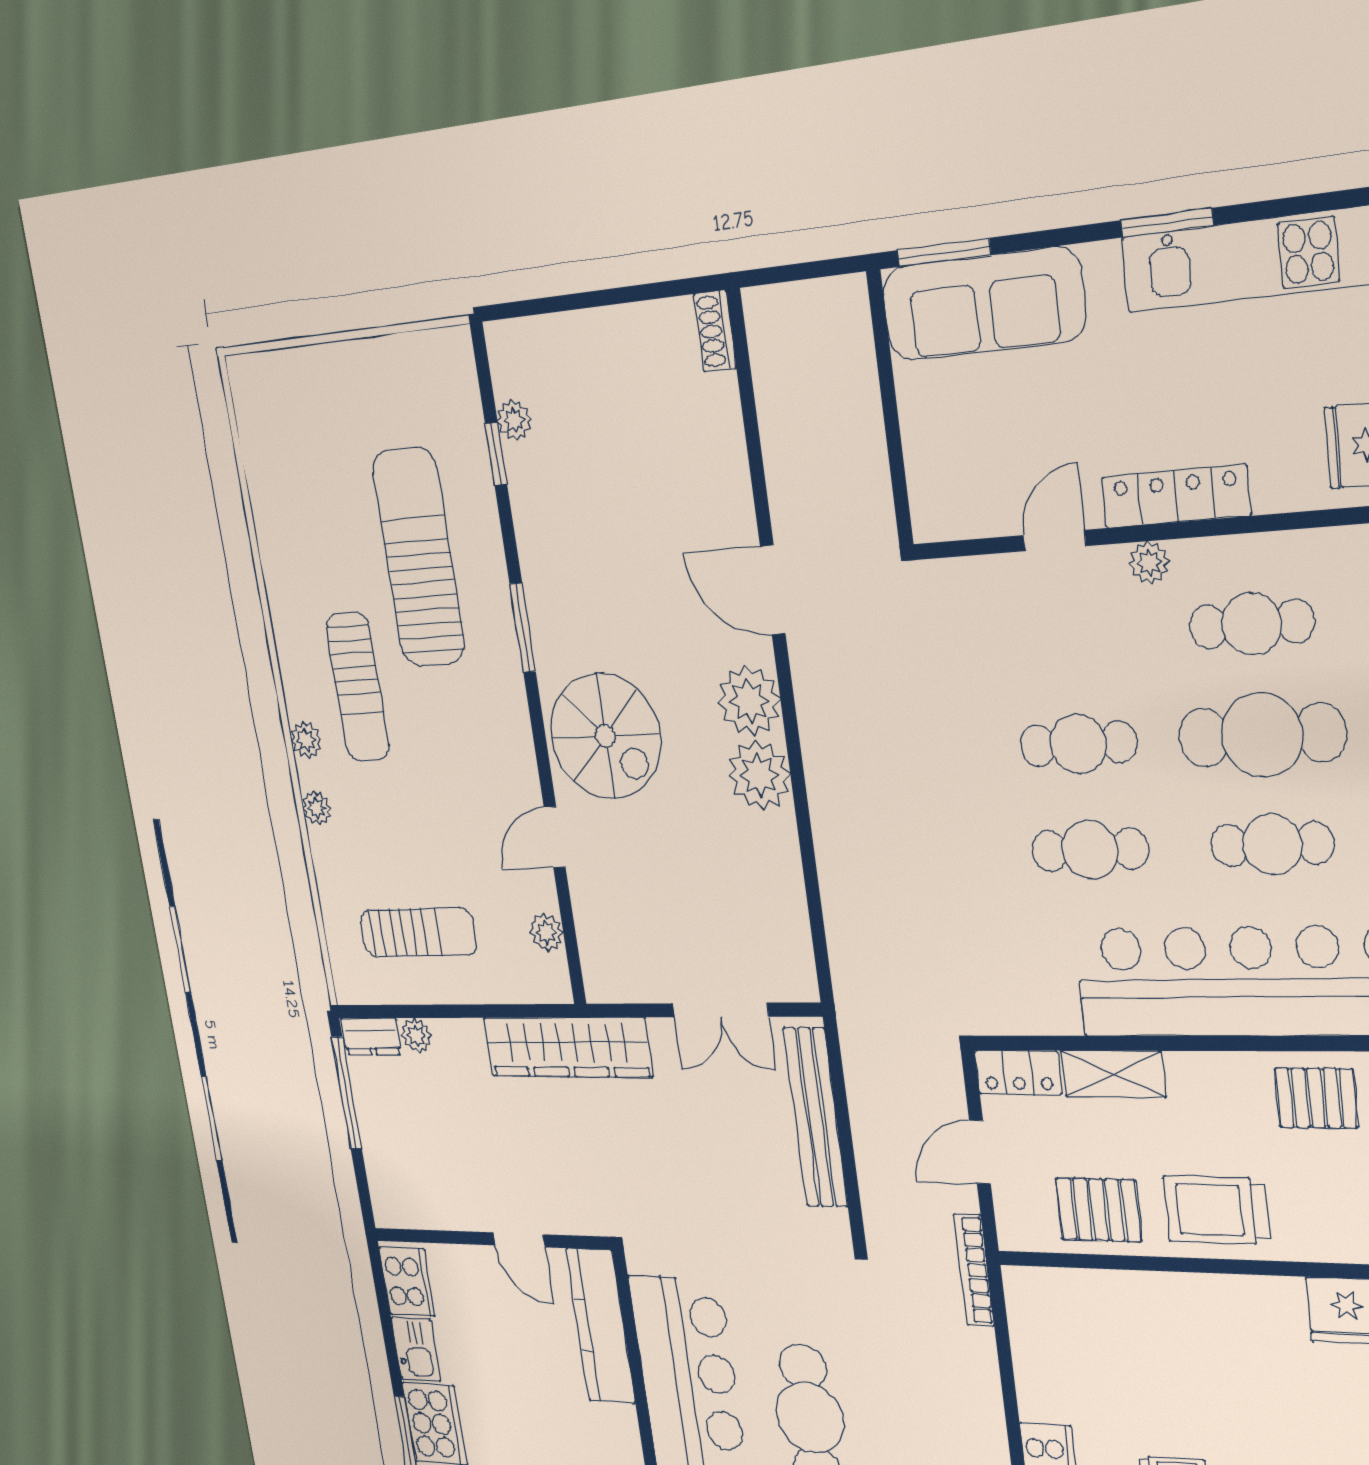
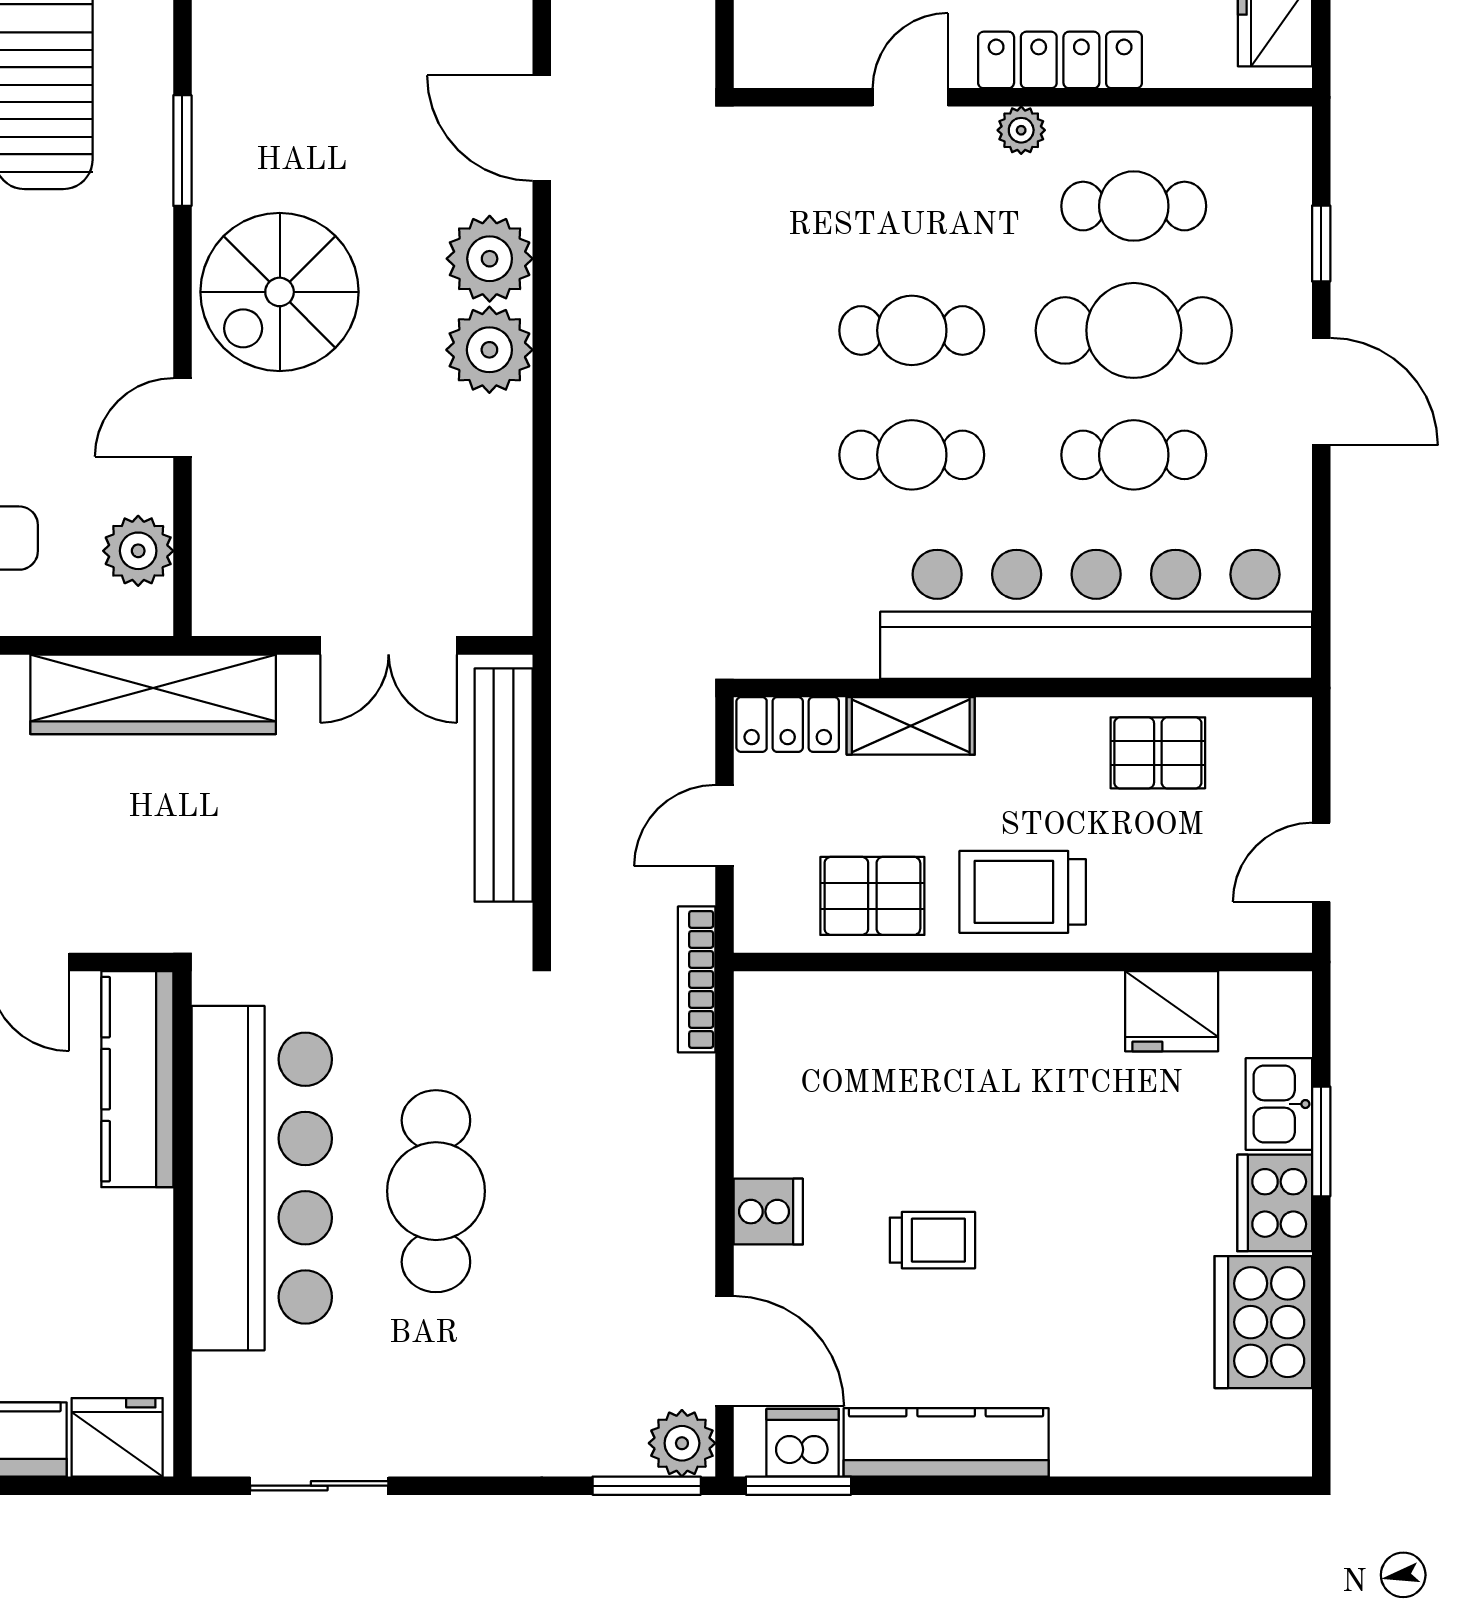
spiral stairs: (605, 736) -> (280, 292), turned 90
plant: (546, 932) -> (138, 551), width x1.38, depth x1.38

